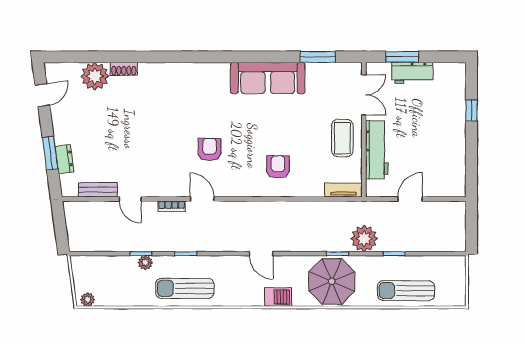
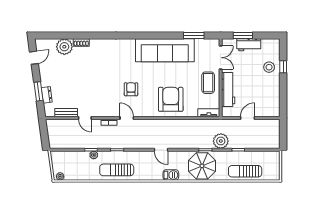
sofa: (268, 78) -> (165, 50), width x1.36, depth x1.27
stool: (447, 111) -> (269, 67), added
armchair: (278, 167) -> (171, 99), width x1.88, depth x1.88

